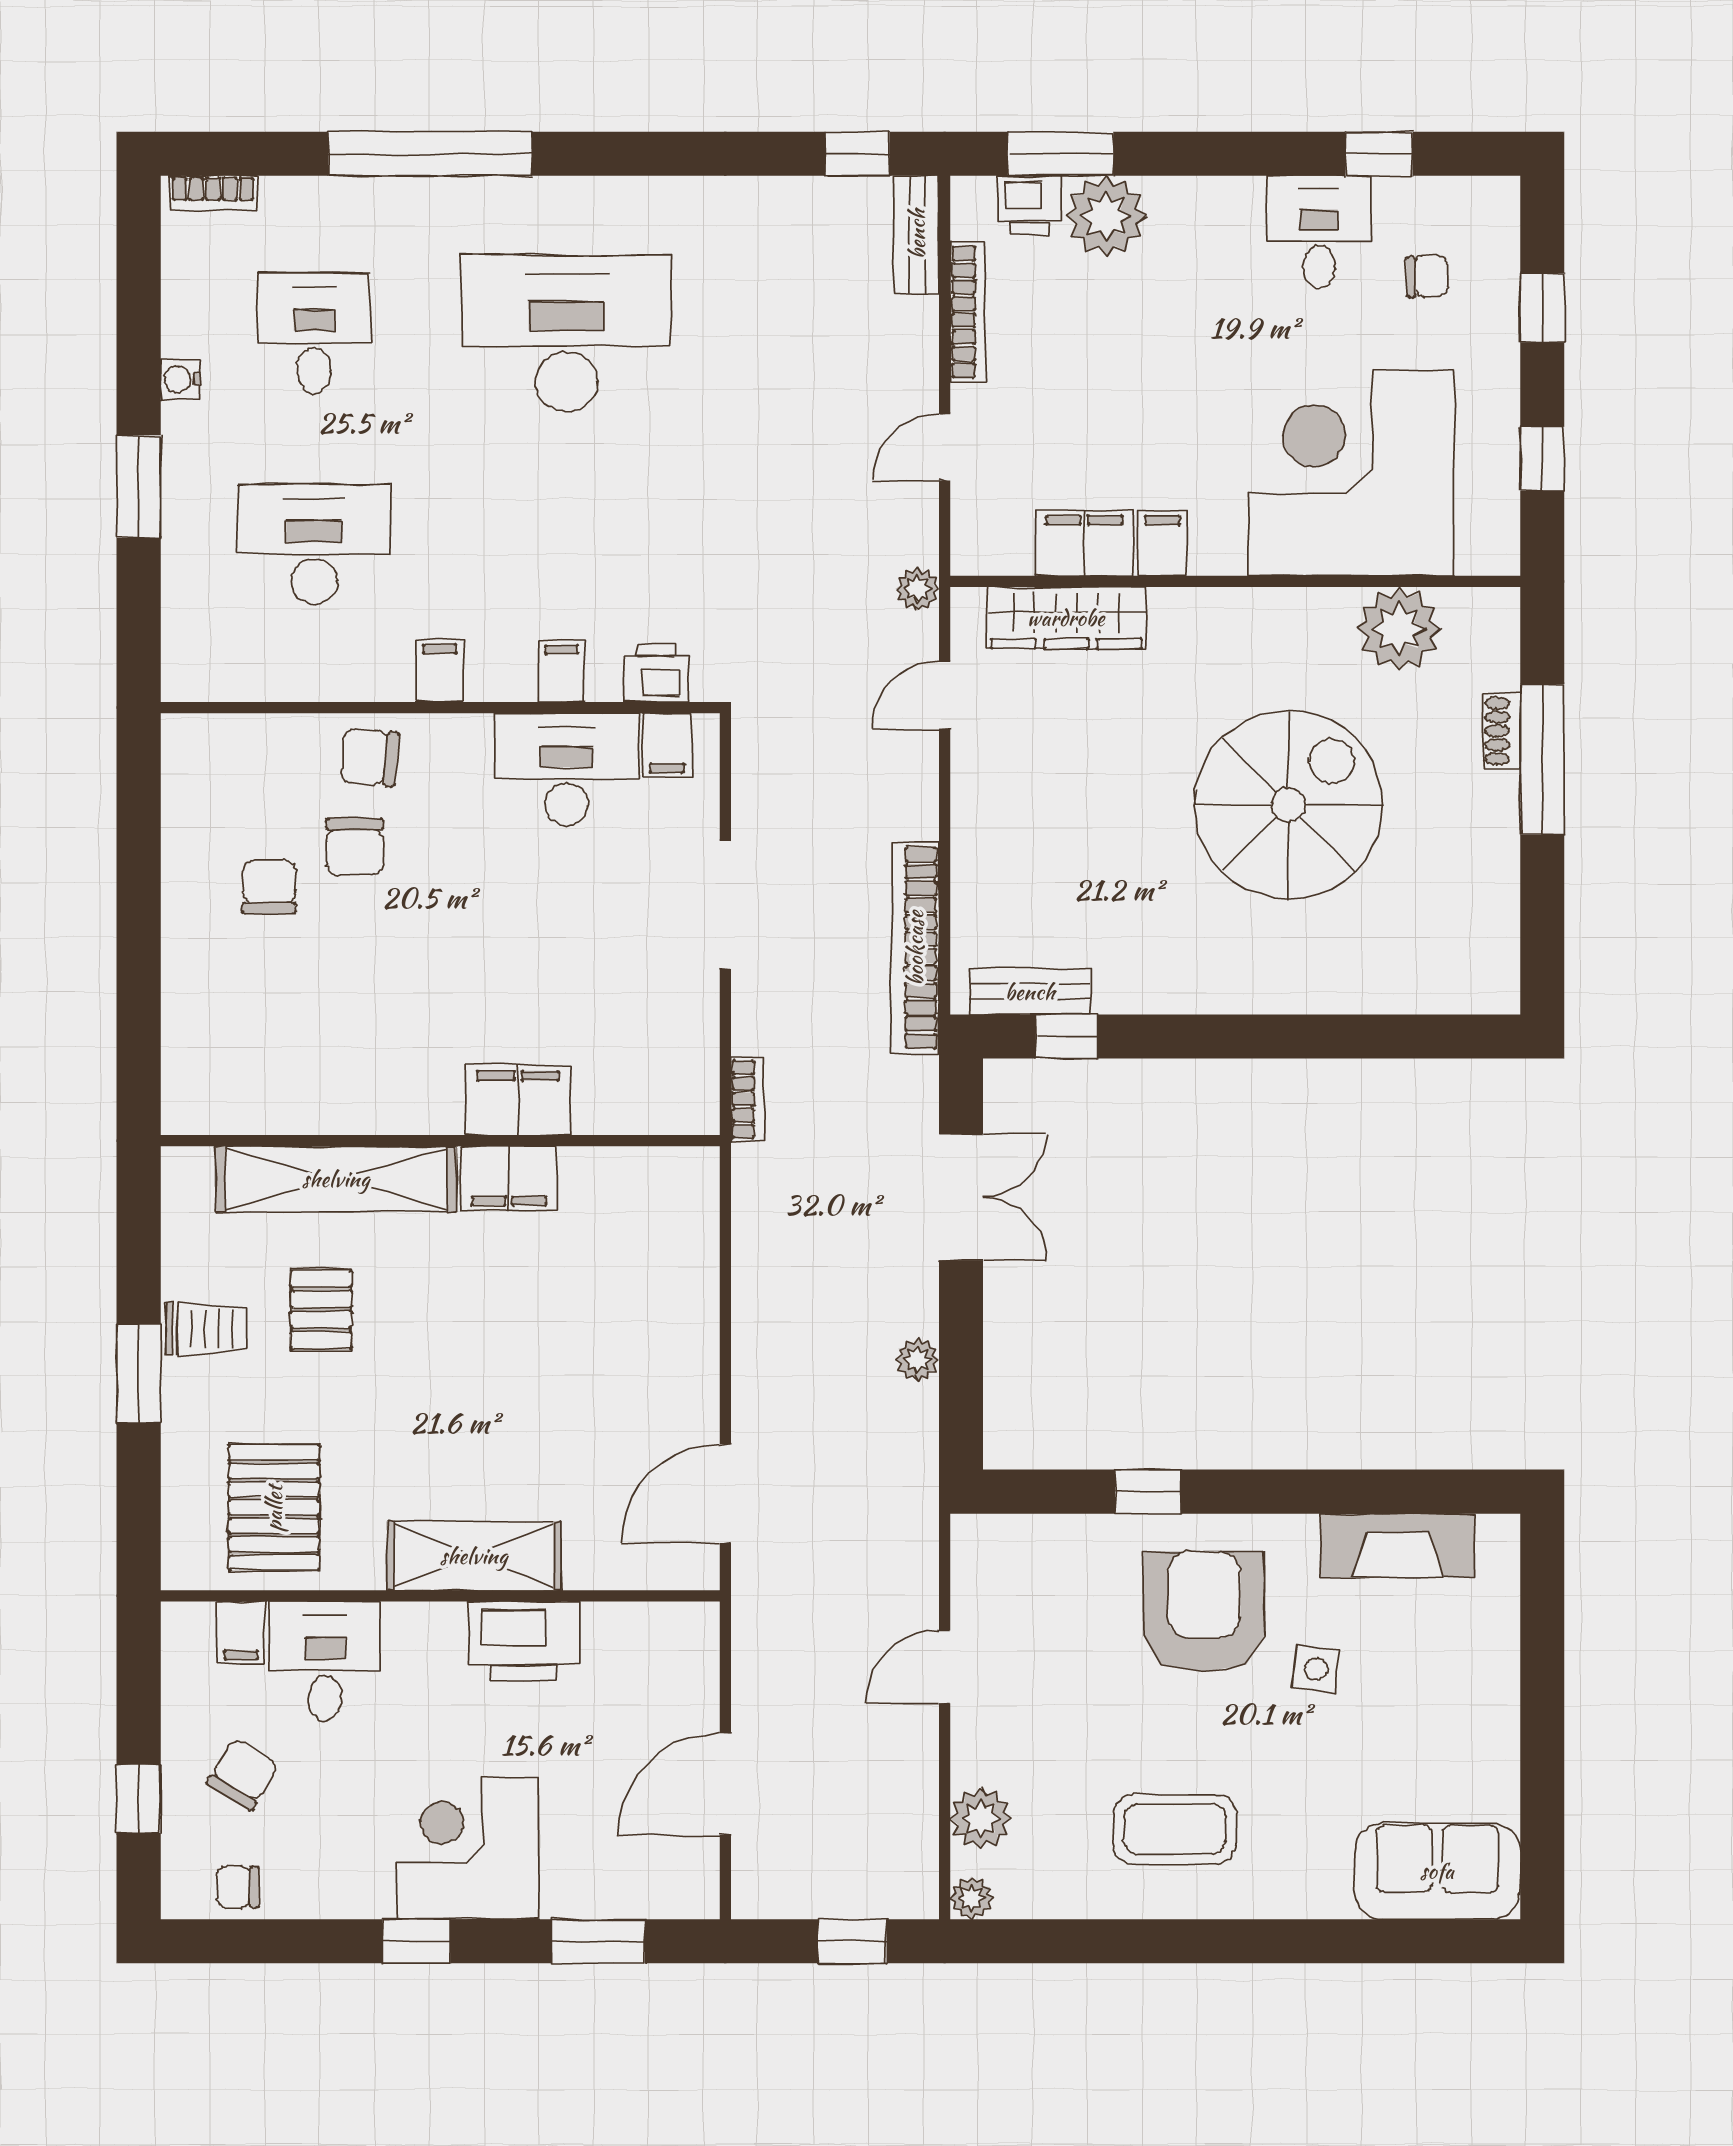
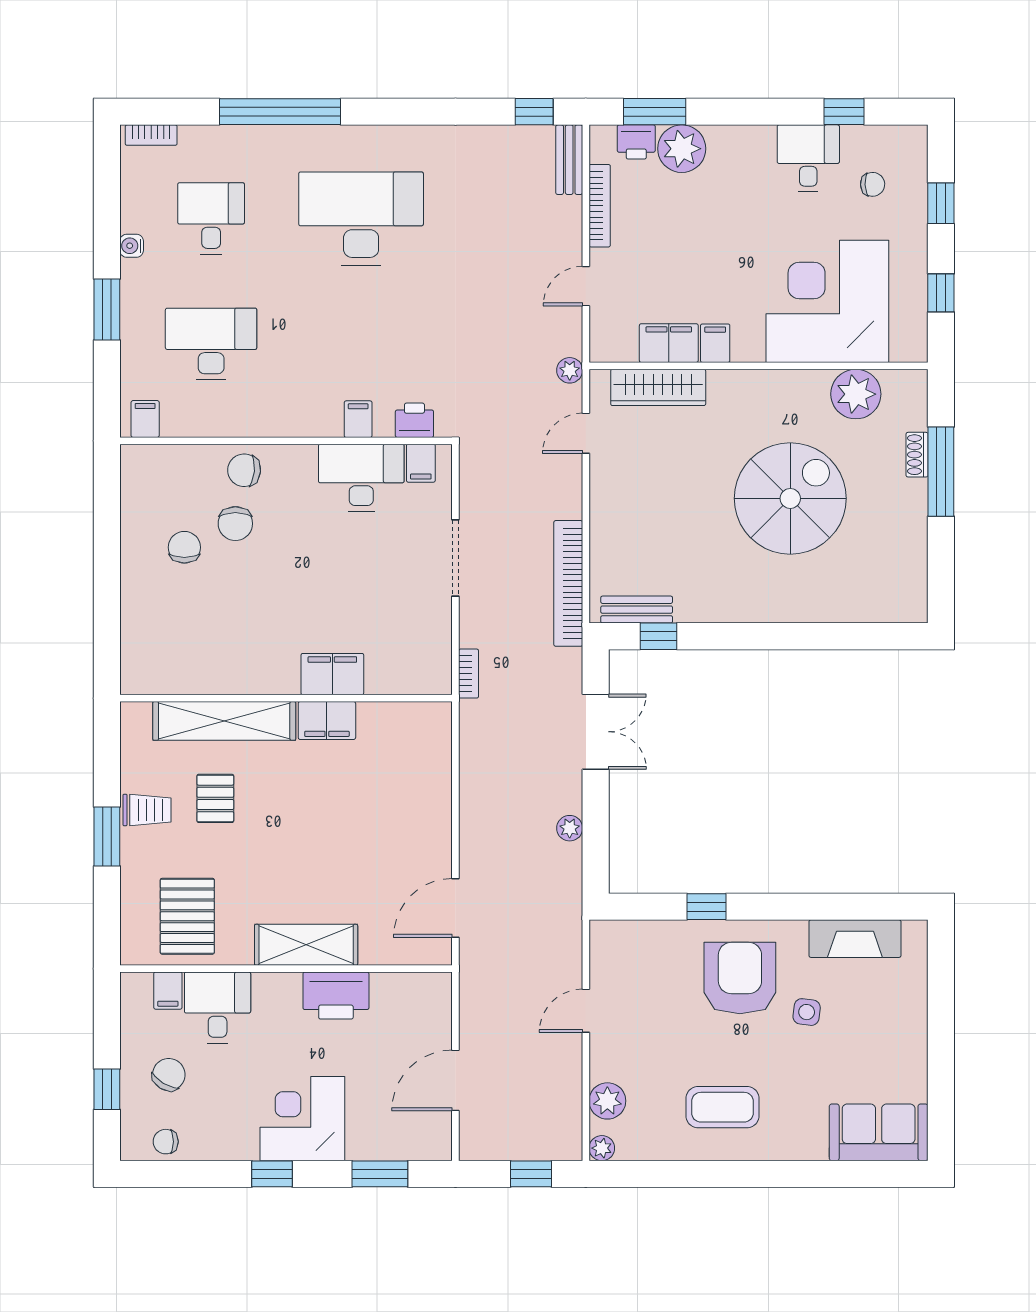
filing cabinet: (440, 671) -> (145, 419), moved

